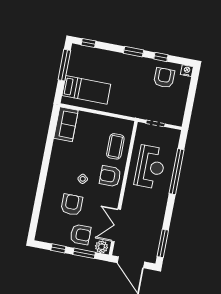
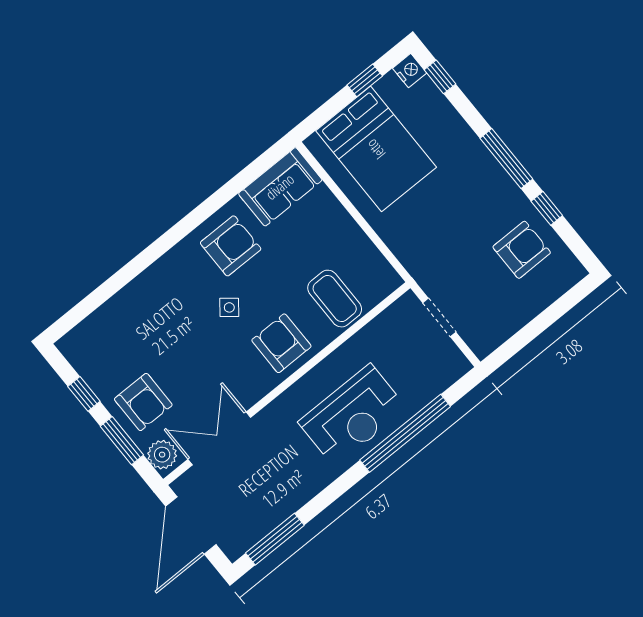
window: (133, 52) -> (506, 159), width x1.44
window: (64, 65) -> (365, 80), width x0.46
nightstand: (187, 71) -> (410, 71), moved
bed: (86, 90) -> (376, 149), width x1.50
coffee table: (115, 146) -> (335, 299), turned 90
reception desk: (150, 167) -> (352, 415), moved
armchair: (72, 205) -> (231, 246), moved

